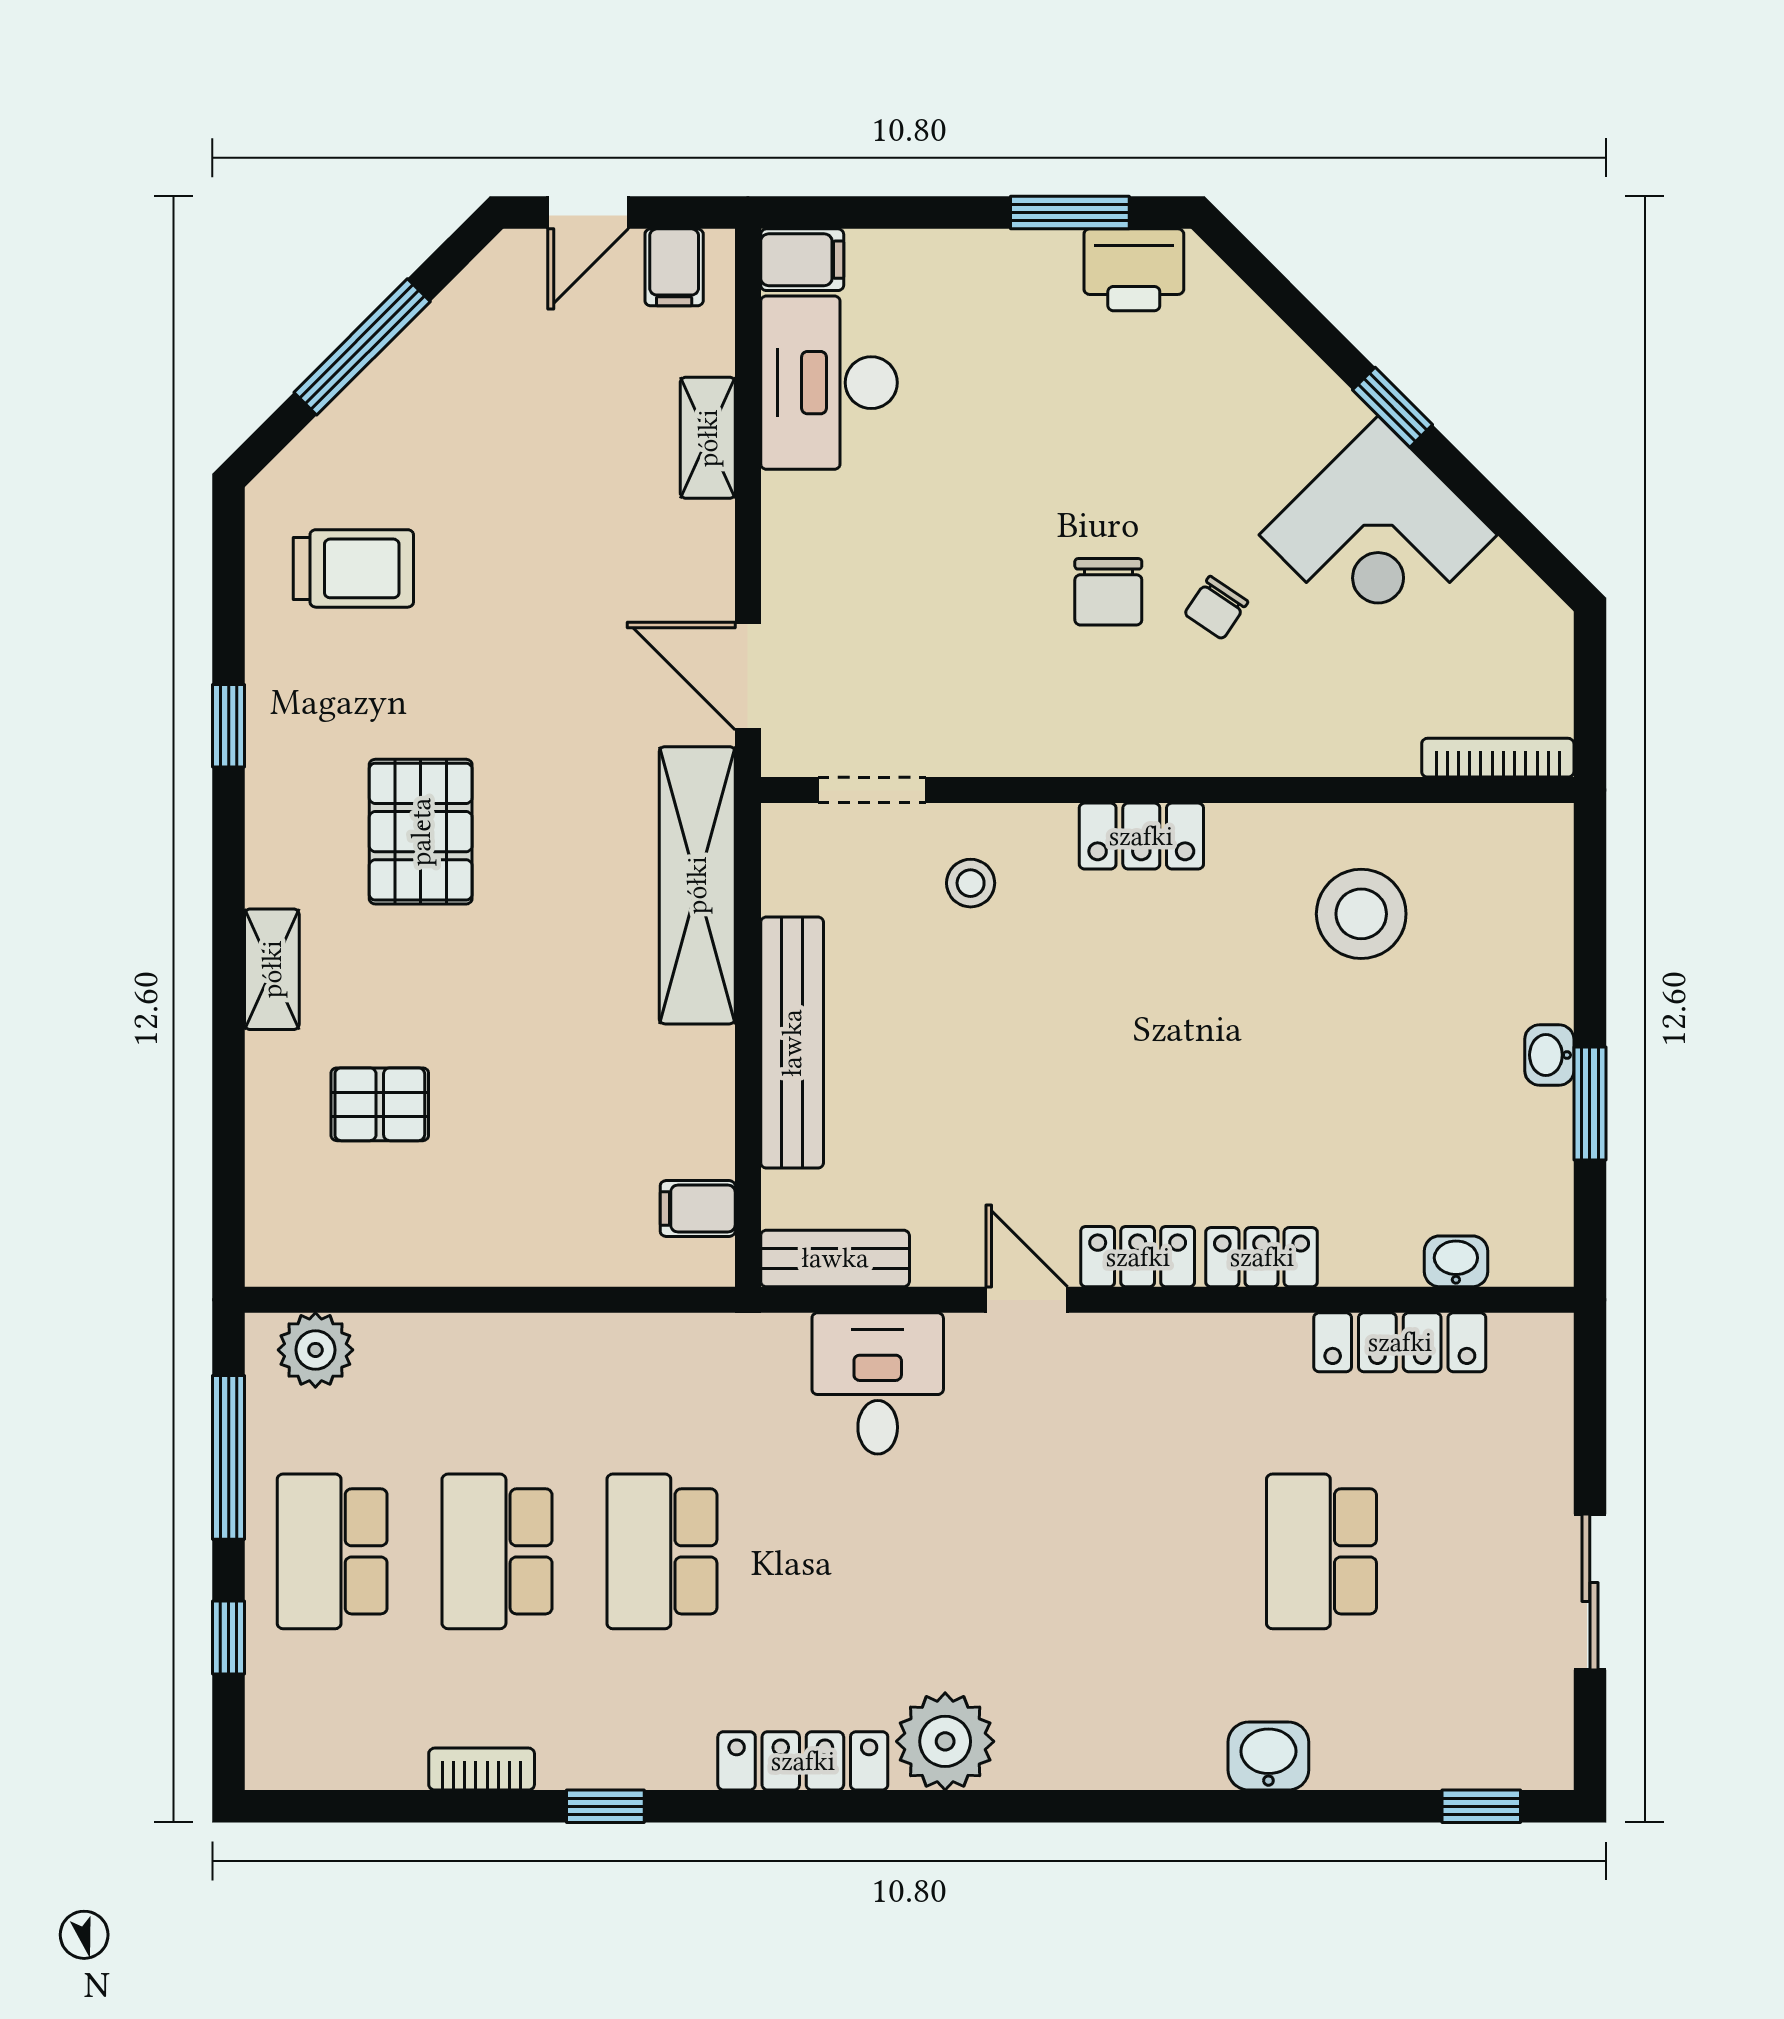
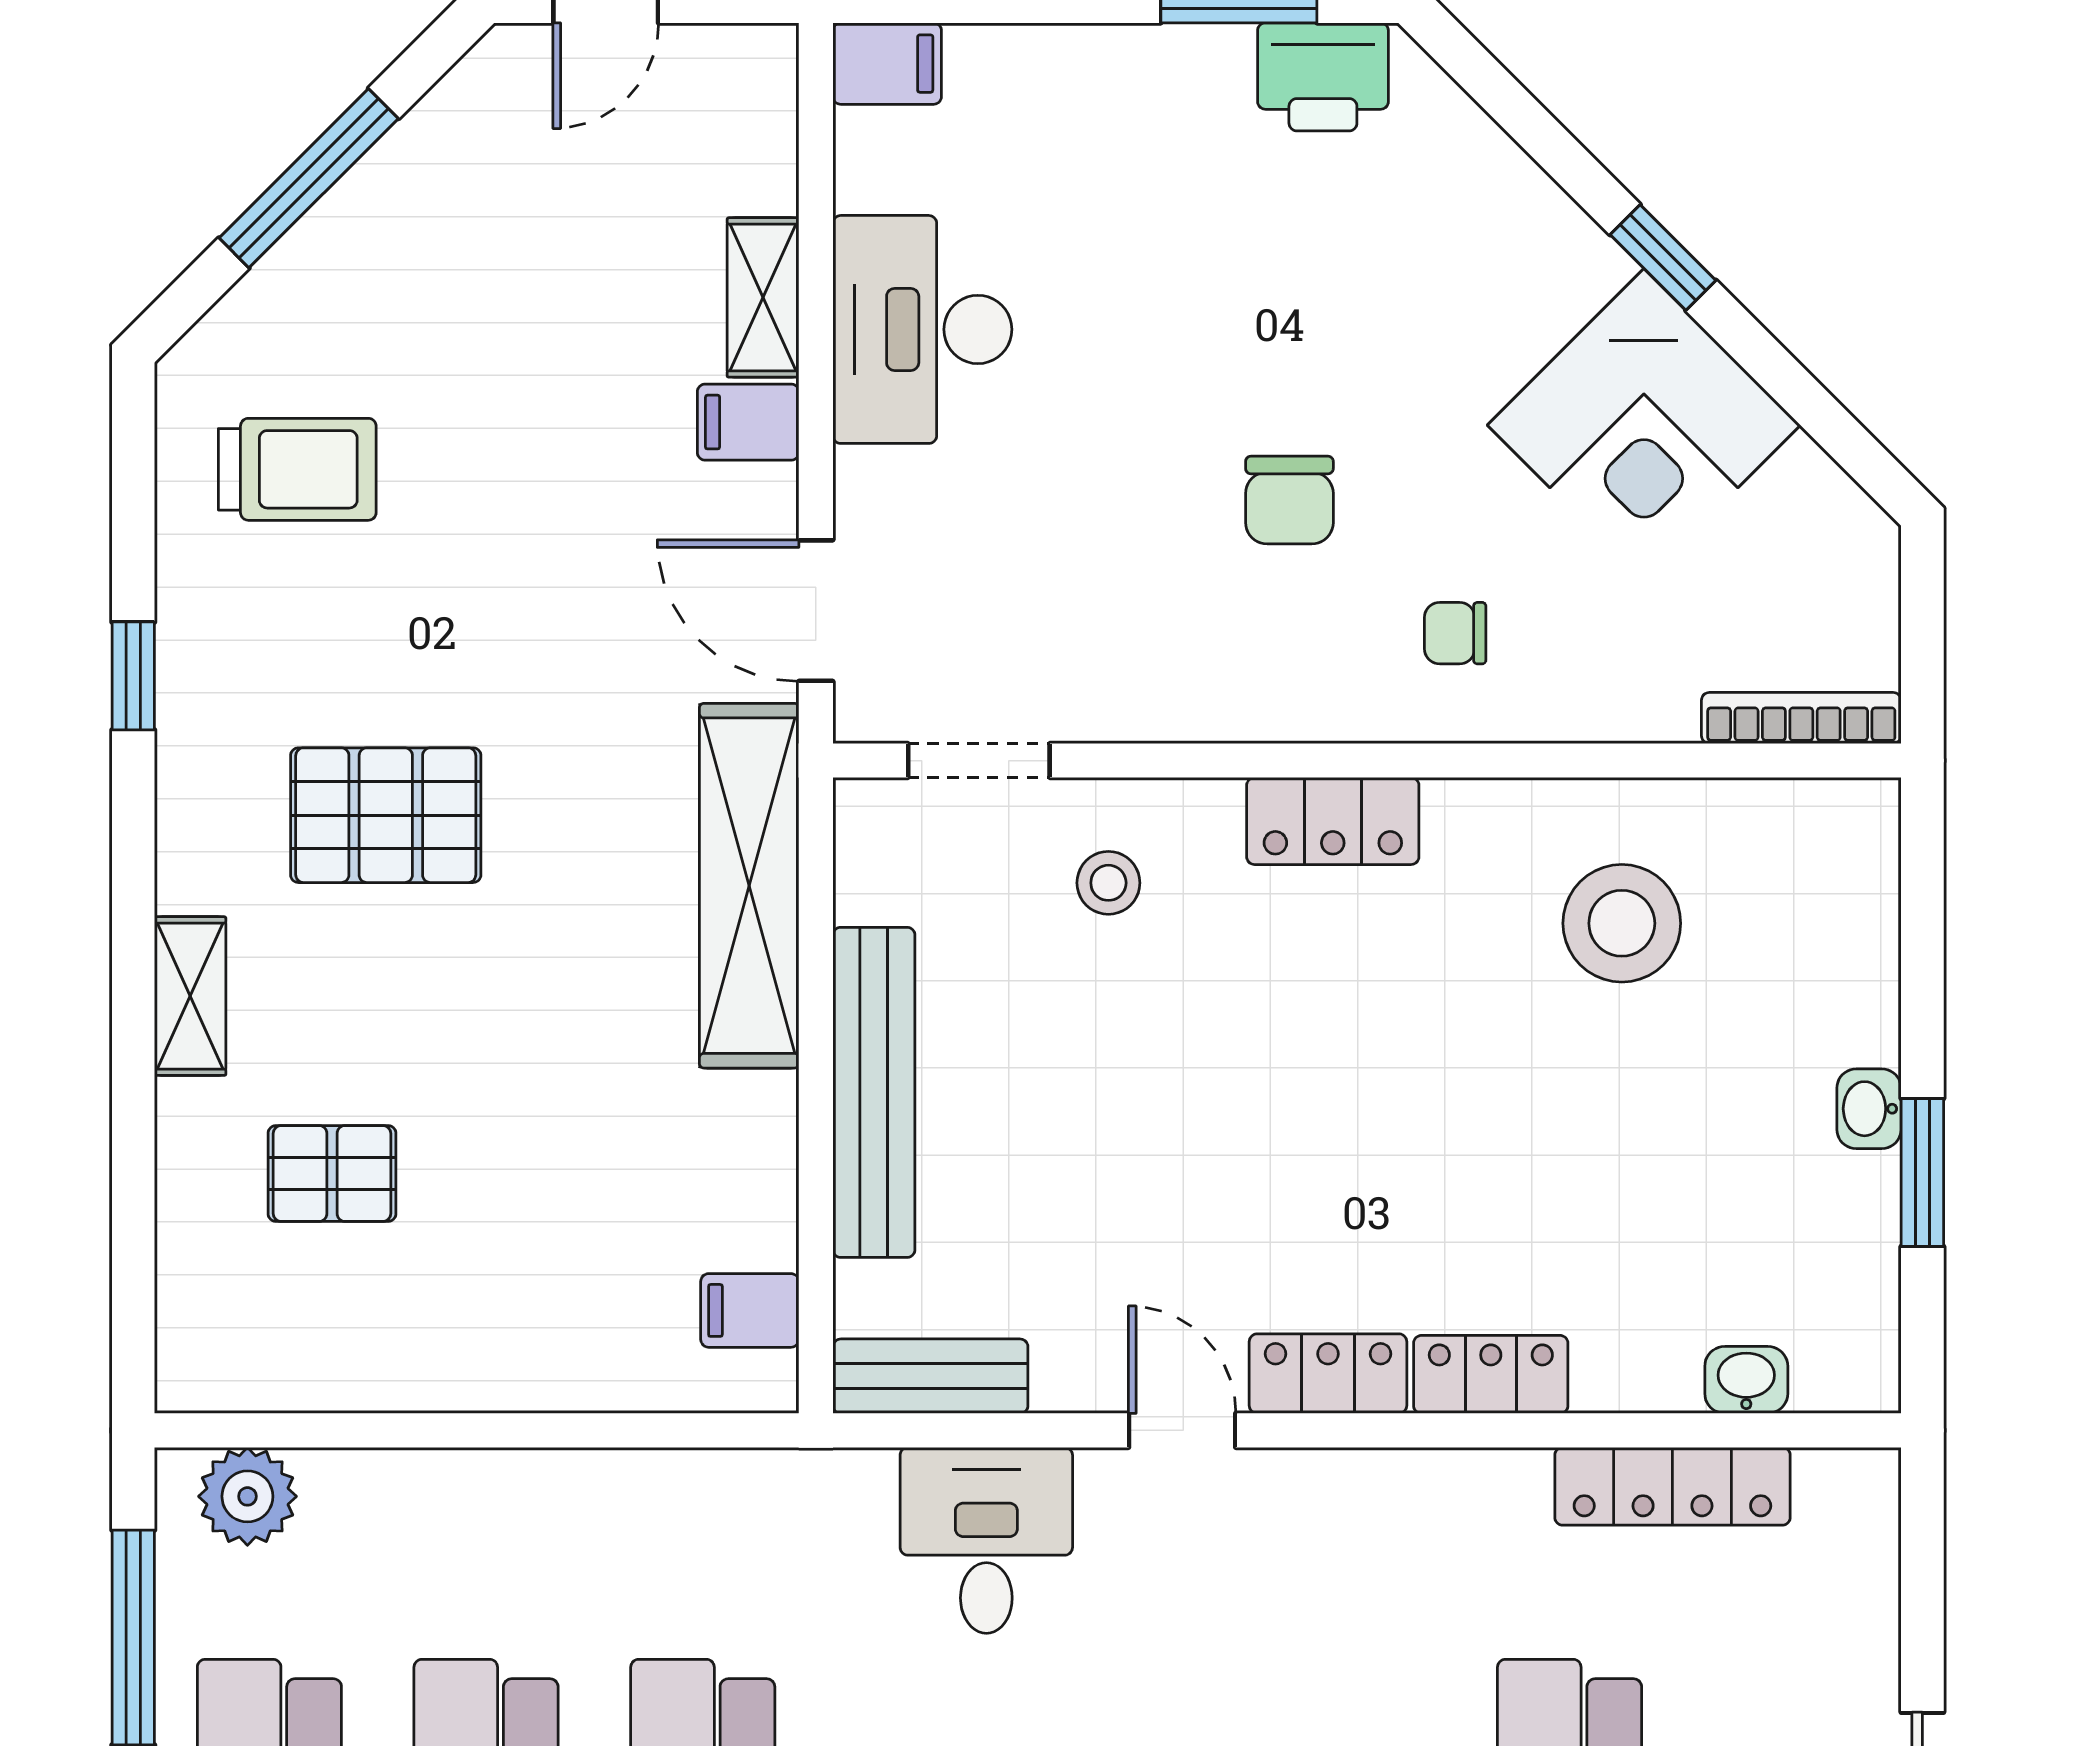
filing cabinet: (674, 267) -> (748, 422), moved, turned 90
desk: (829, 383) -> (922, 329), moved
chair: (1216, 608) -> (1455, 633), moved, turned 56
pallet: (421, 832) -> (386, 815), turned 90

